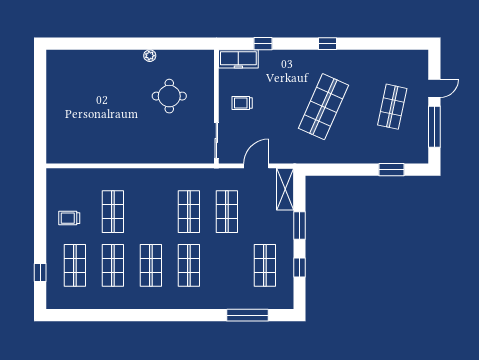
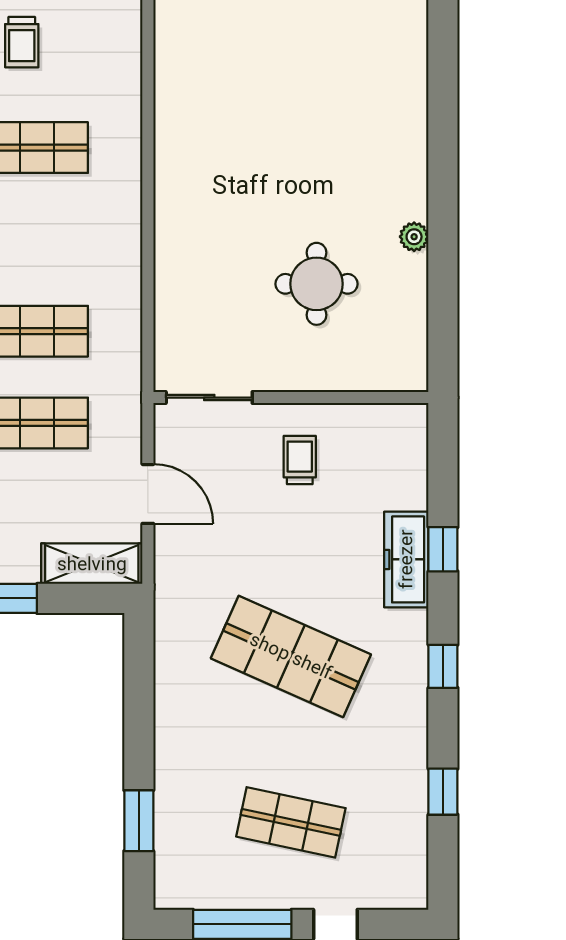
window: (263, 44) -> (443, 549), moved
window: (379, 44) -> (443, 792), added
freezer: (238, 59) -> (406, 559), moved
trolley: (69, 218) -> (22, 42), turned 180

